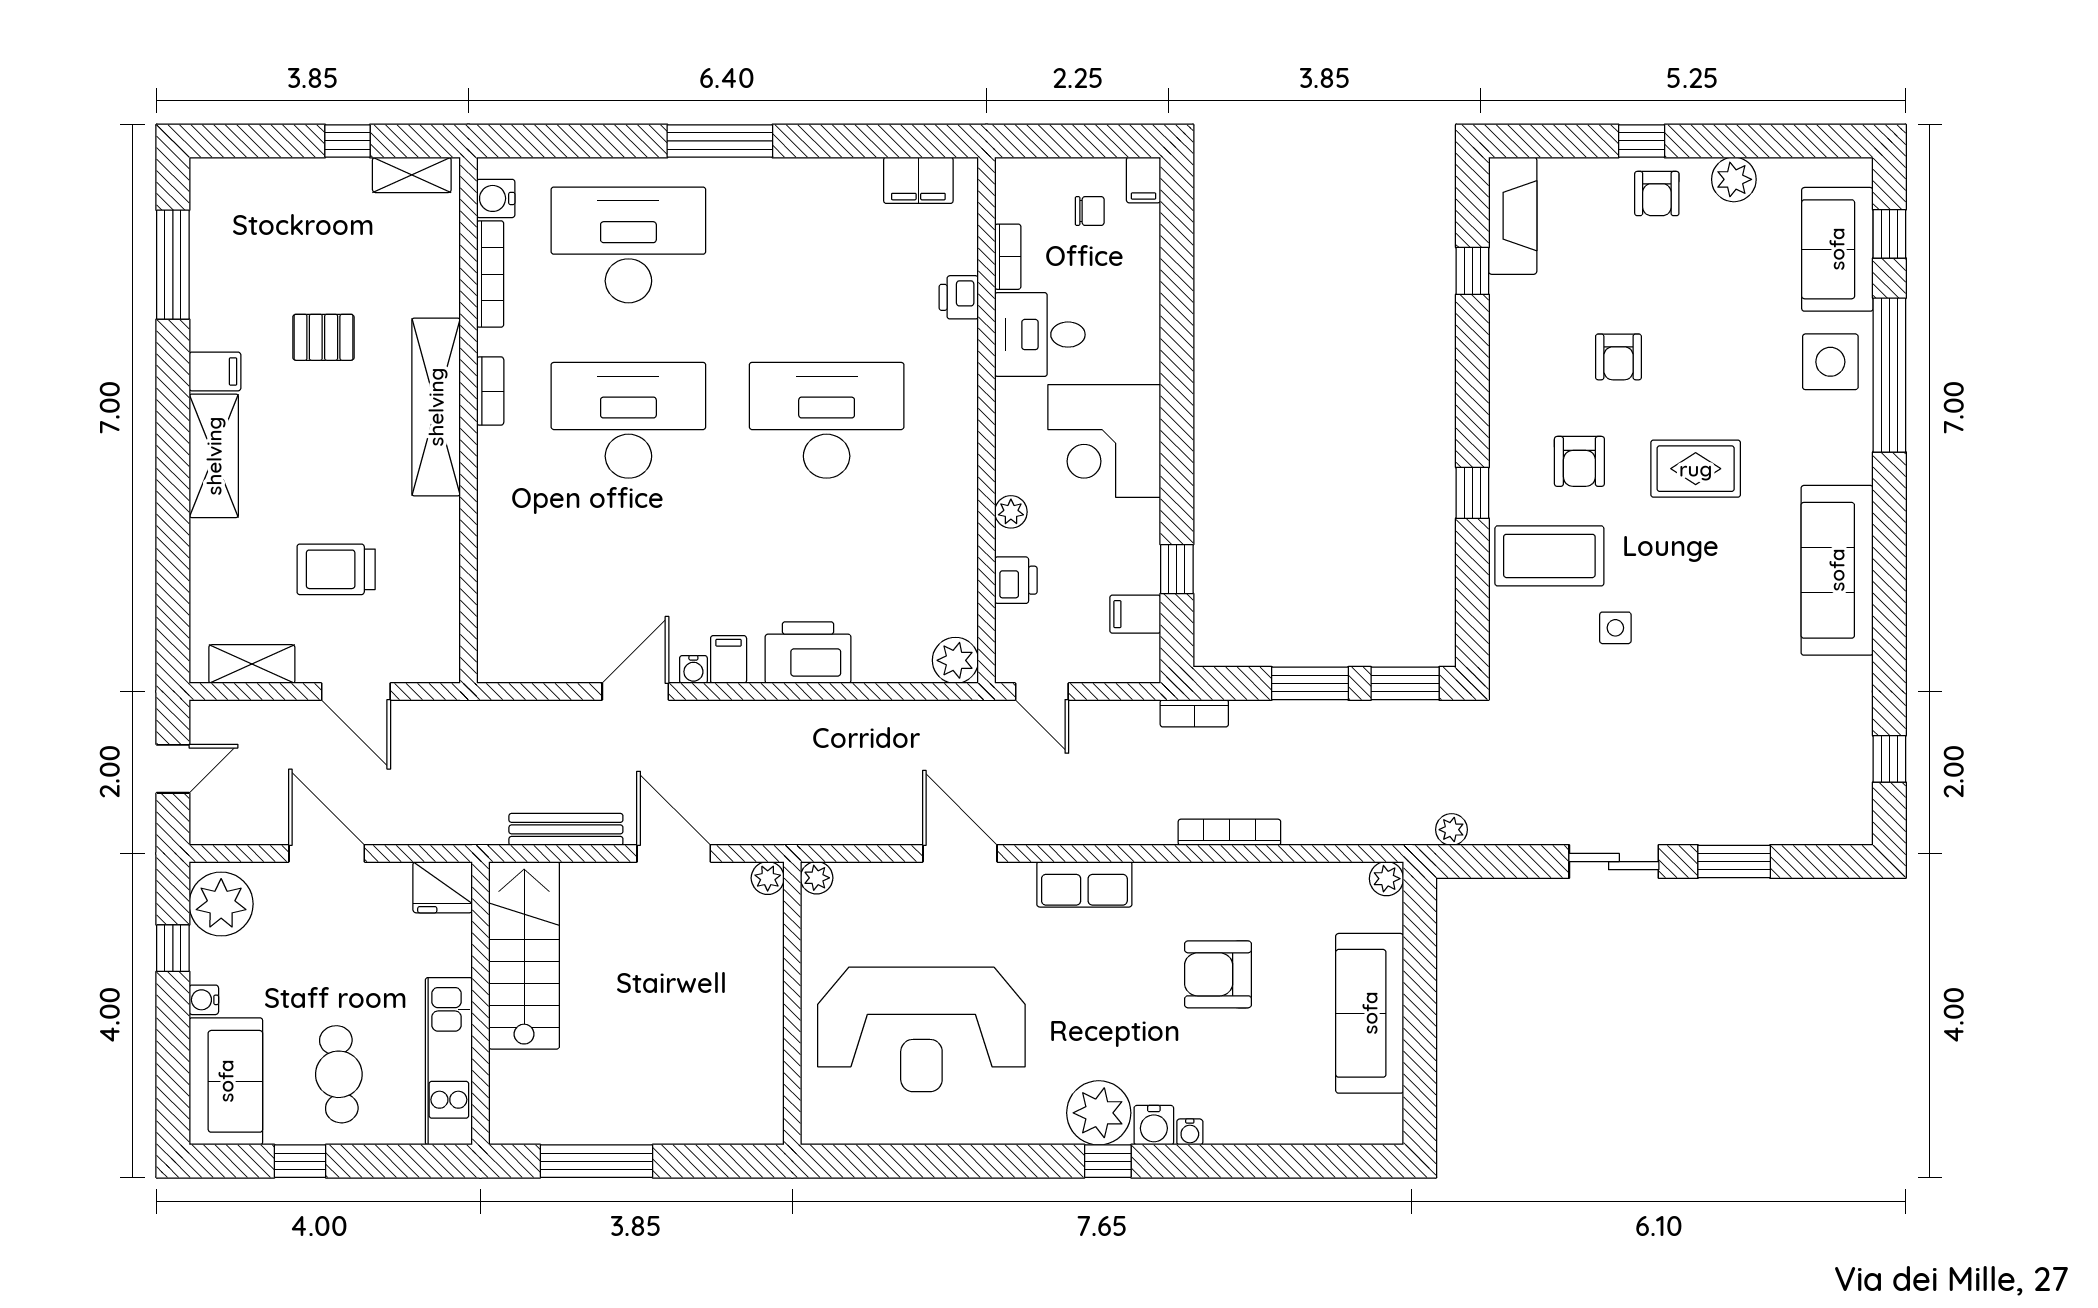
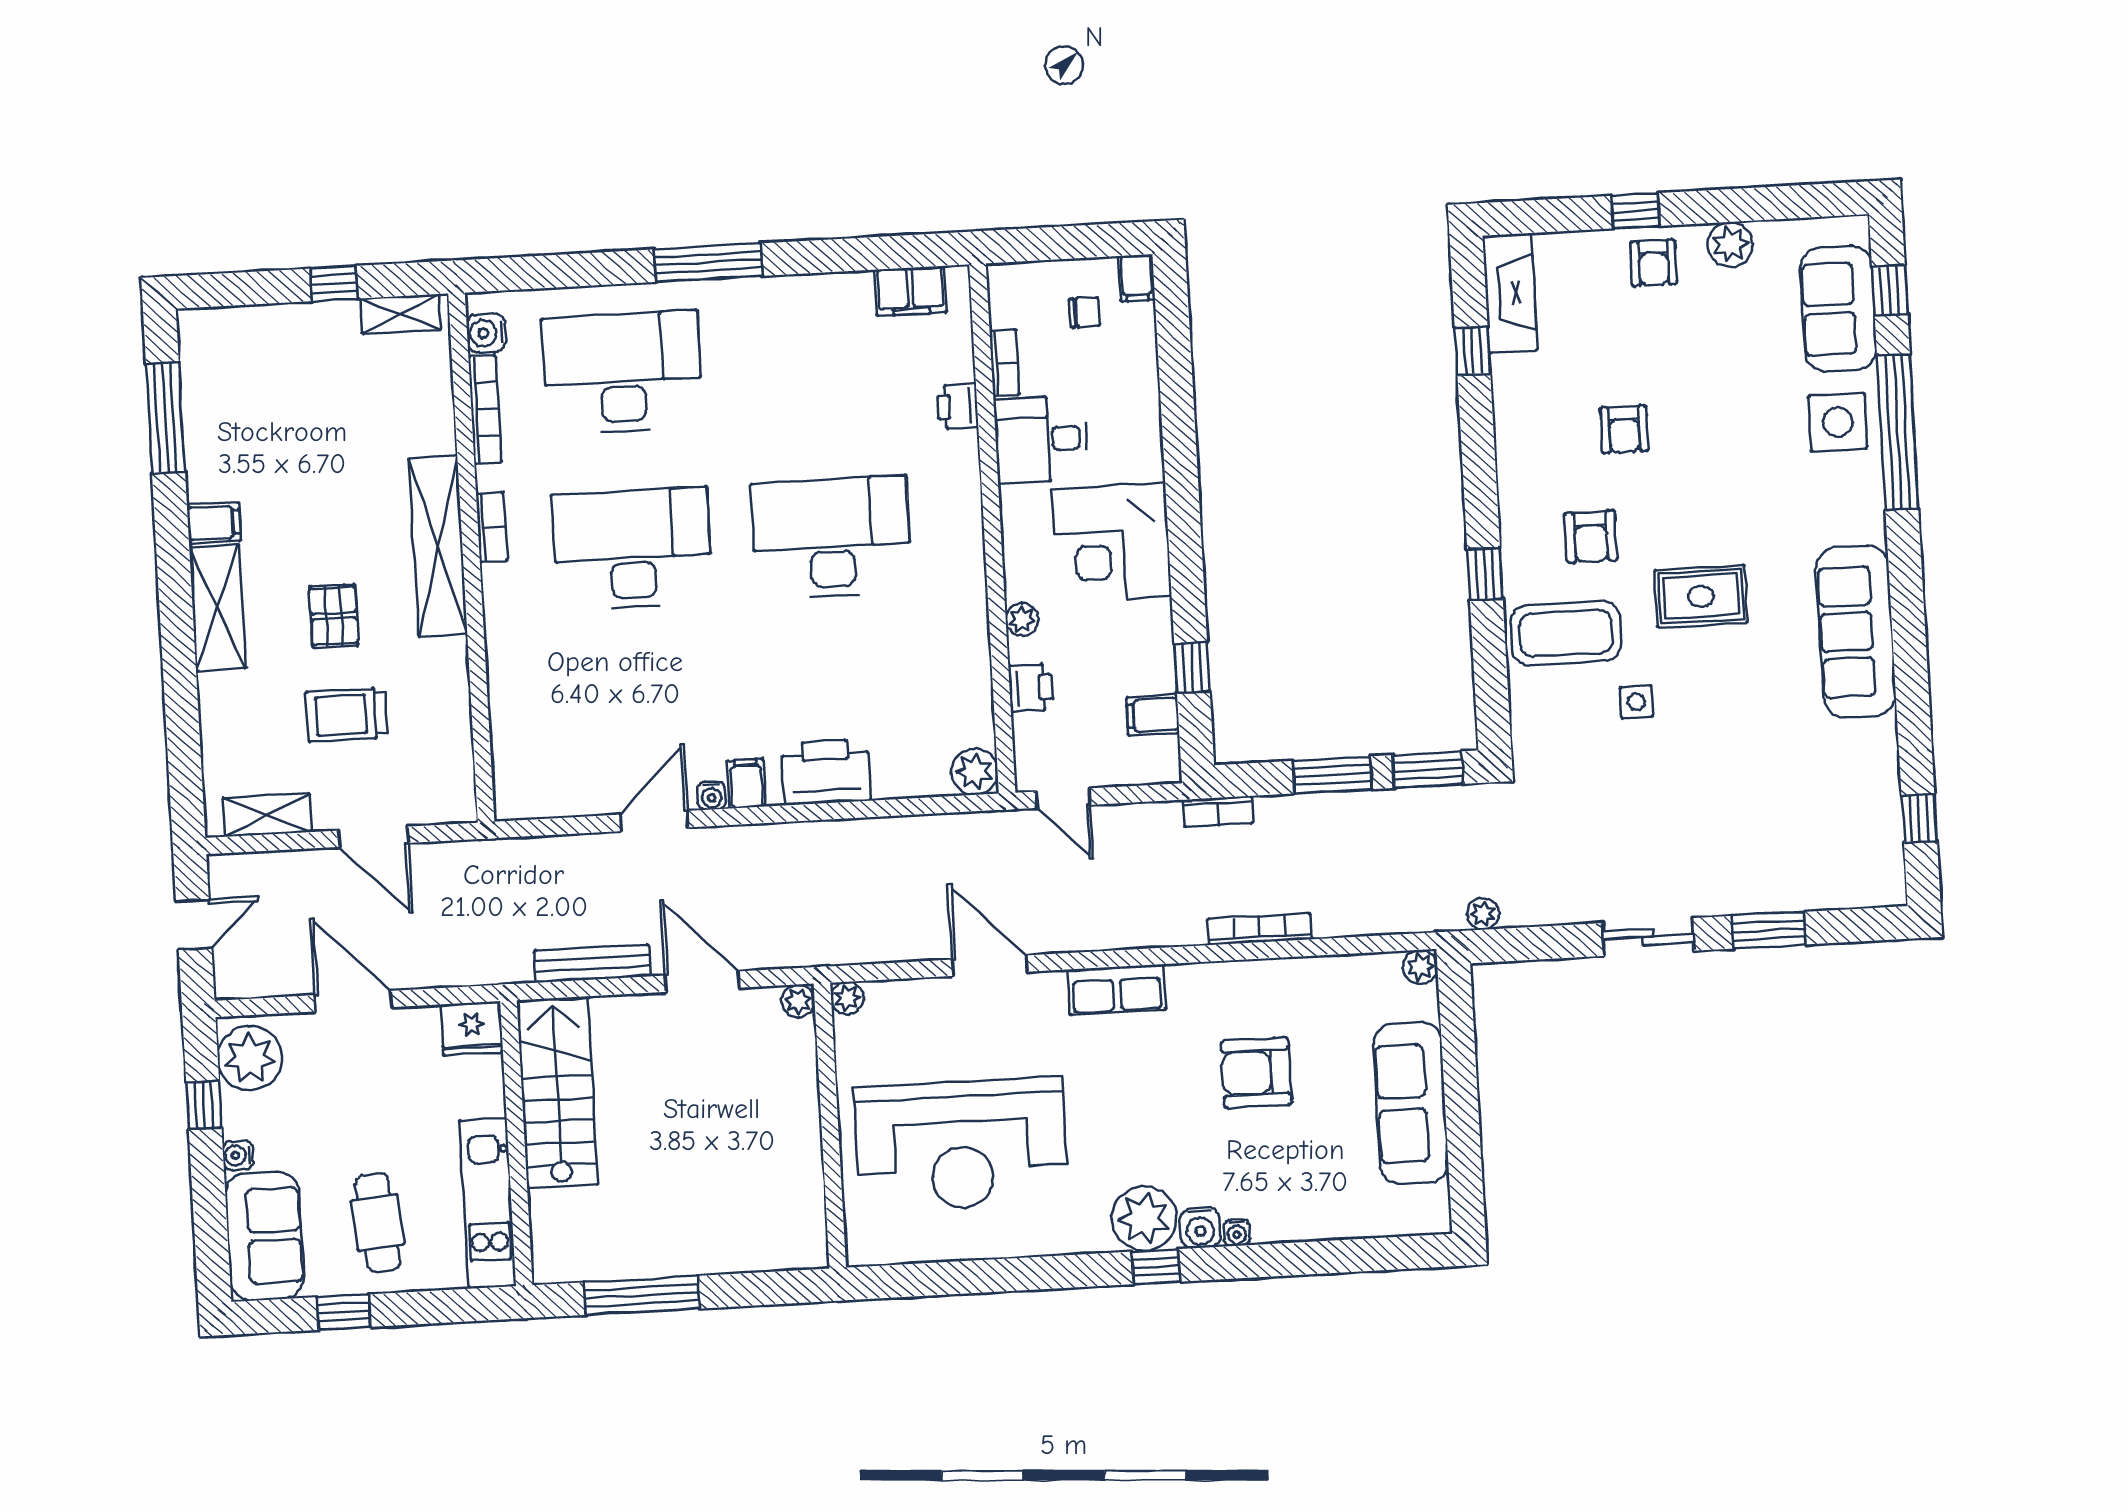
pallet: (323, 337) -> (334, 616), moved, turned 90
rug: (1696, 469) -> (1701, 596), moved

